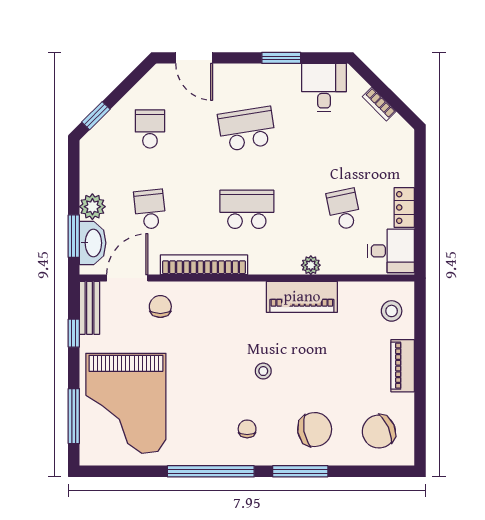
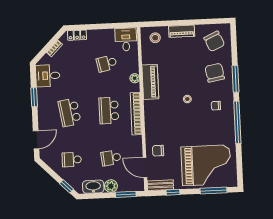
locker: (404, 207) -> (77, 35), moved
washbasin: (93, 243) -> (93, 187), moved
bookcase: (204, 265) -> (136, 114), moved

